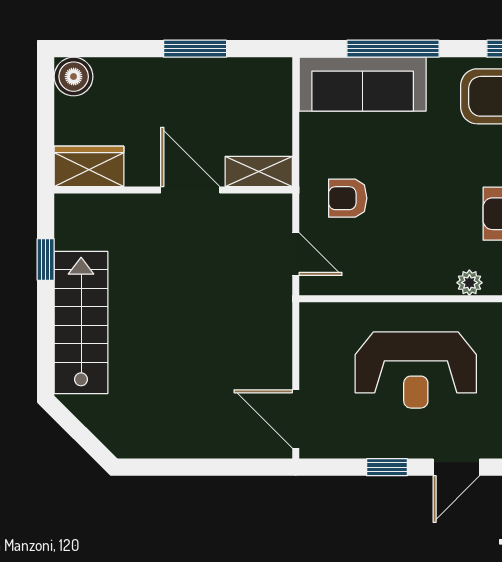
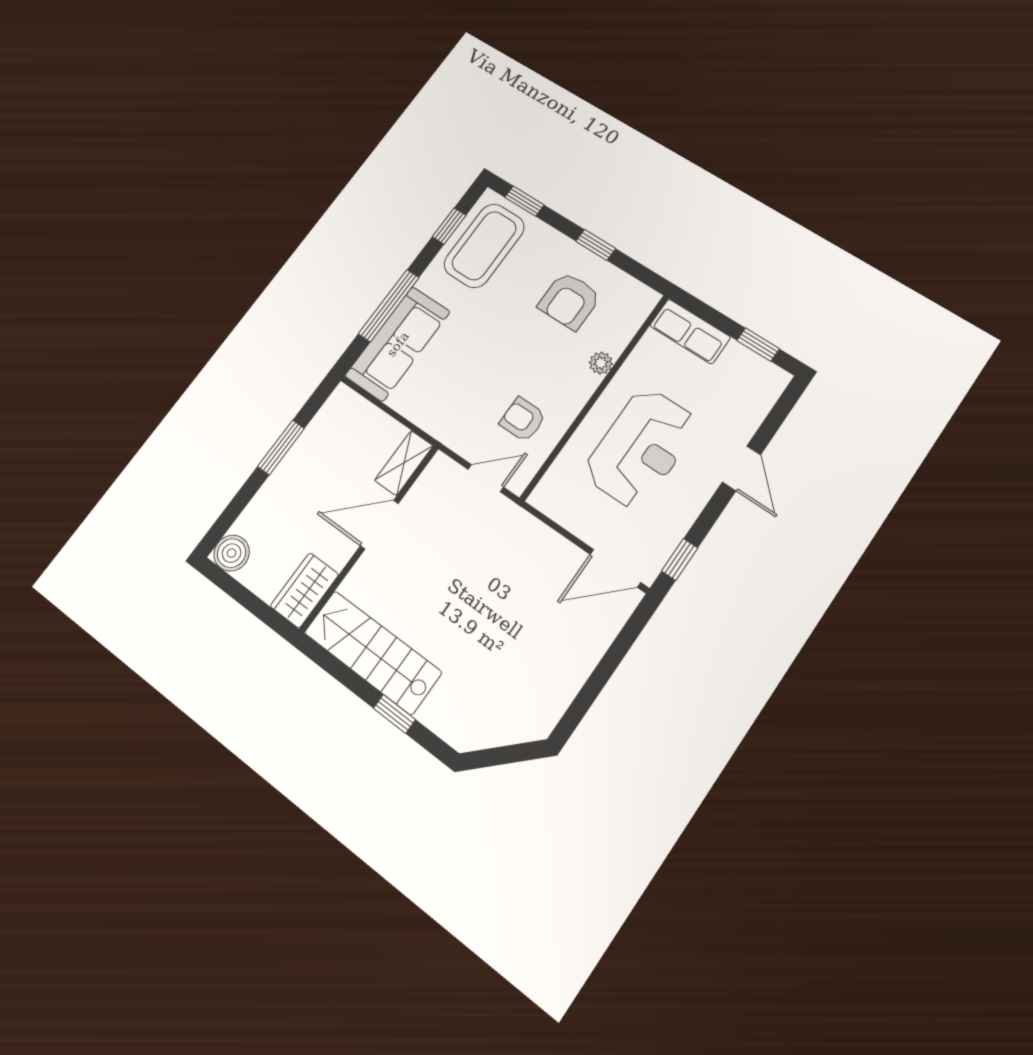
armchair: (348, 198) -> (523, 420), moved, turned 90
window: (46, 260) -> (394, 714), moved
stairs: (81, 322) -> (373, 652), moved
window: (387, 467) -> (680, 559), moved

